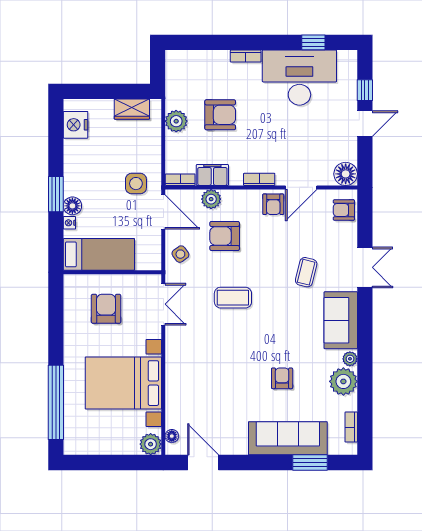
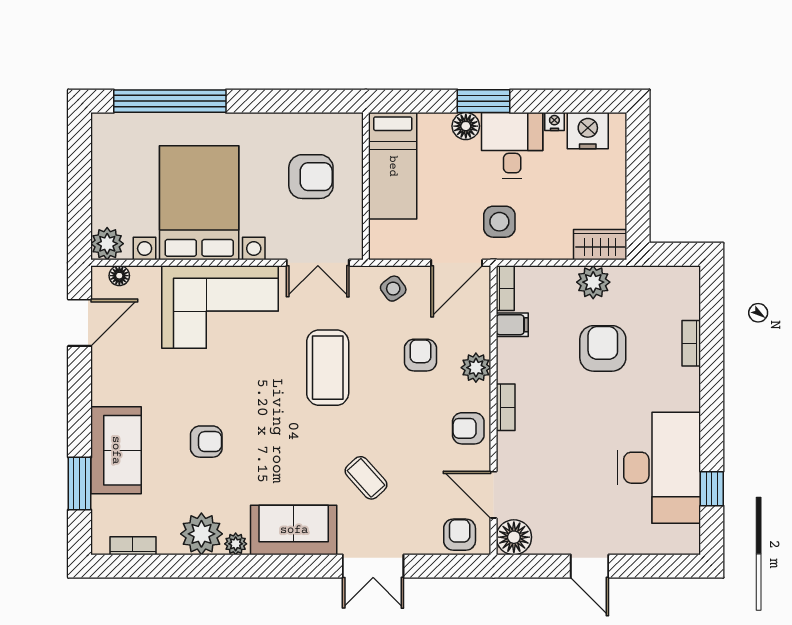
bookcase: (246, 56) -> (691, 343), moved
window: (365, 90) -> (640, 566), removed
wardrobe: (132, 109) -> (600, 245), moved, turned 90
armchair: (220, 115) -> (603, 348), turned 180
desk: (85, 175) -> (512, 145), added
filing cabinet: (212, 175) -> (512, 325), width x0.50
door: (301, 187) -> (493, 495), moved
plant: (211, 199) -> (476, 368), moved
nightstand: (69, 223) -> (554, 122), moved
armchair: (225, 236) -> (420, 355), width x0.72, depth x0.72
coffee table: (306, 272) -> (366, 478), turned 34
coffee table: (233, 298) -> (328, 368), width x1.36, depth x1.32
corner sofa: (193, 369) -> (220, 307), added
sofa: (288, 438) -> (116, 450), width x0.73

